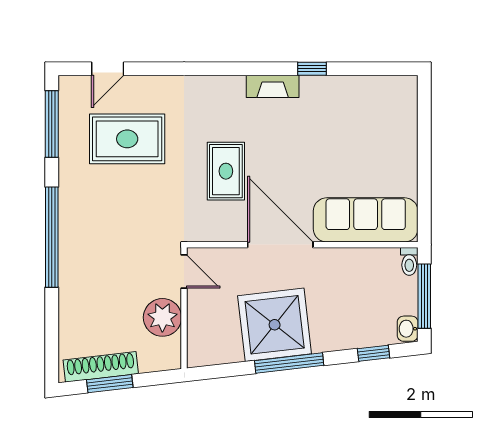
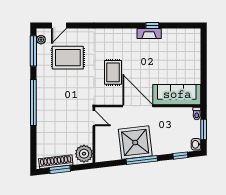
fireplace: (273, 86) -> (149, 34), moved
plant: (68, 100) -> (41, 40), added
window: (424, 296) -> (204, 129), width x0.69
plant: (162, 317) -> (84, 154), moved

